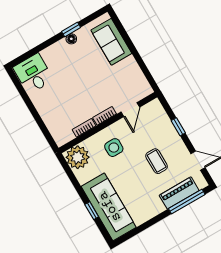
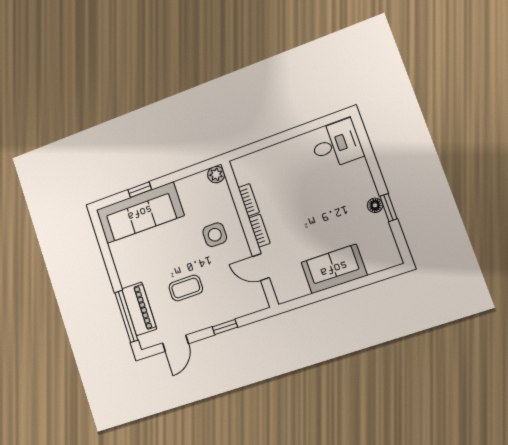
sofa: (111, 42) -> (334, 269), moved
plant: (78, 157) -> (216, 174), width x0.53, depth x0.53

